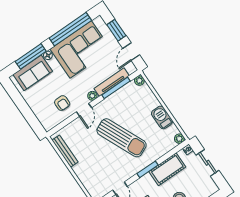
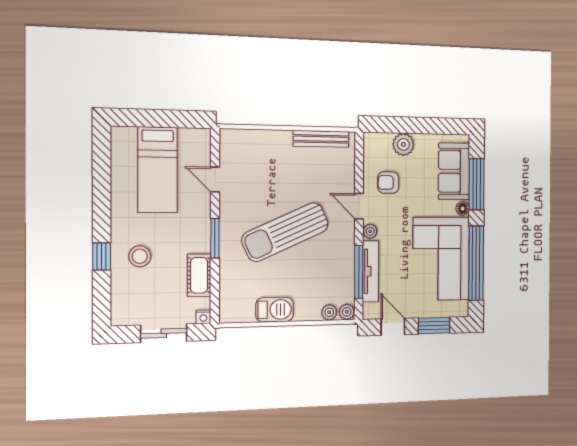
plant: (38, 108) -> (403, 144), added
plant: (179, 139) -> (329, 312), moved
cot: (167, 169) -> (199, 275), width x0.73, depth x0.75

